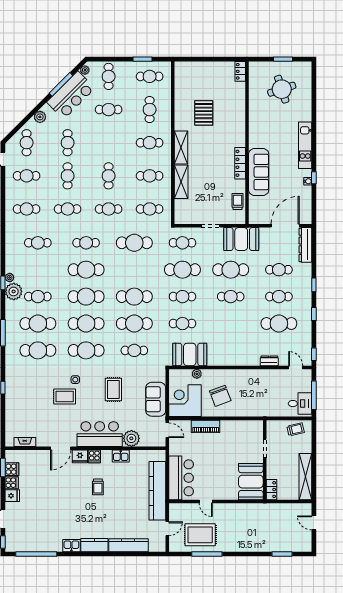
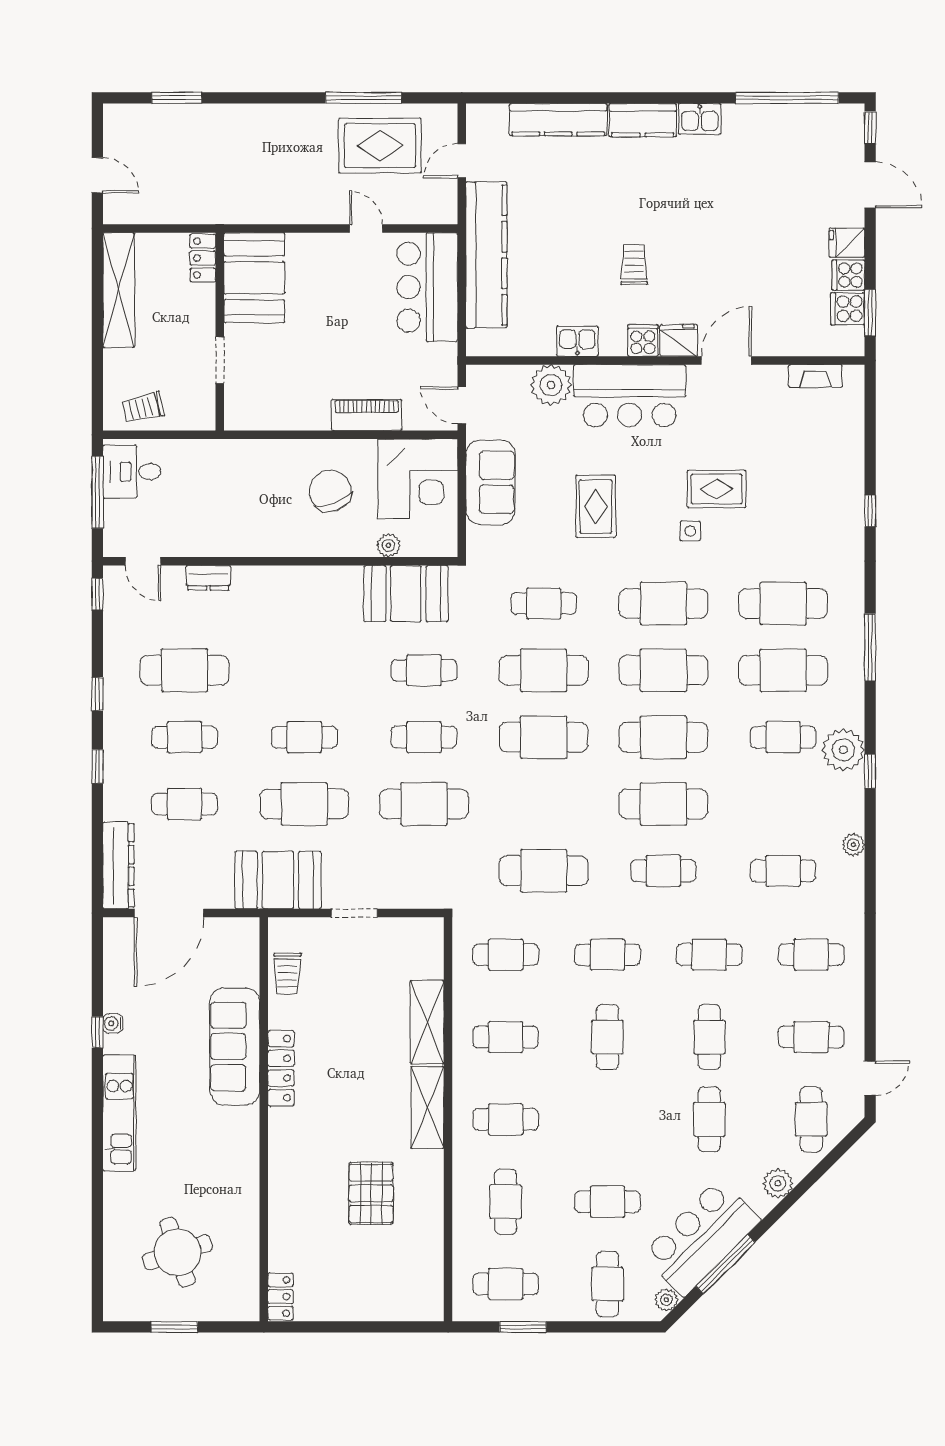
cafe table: (182, 243) -> (424, 871), removed
plant: (10, 278) -> (853, 845), moved

